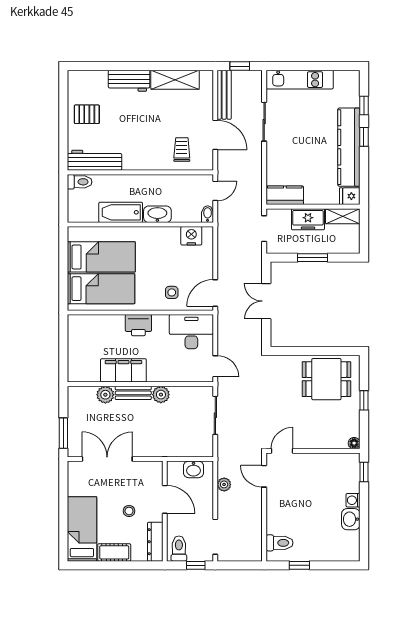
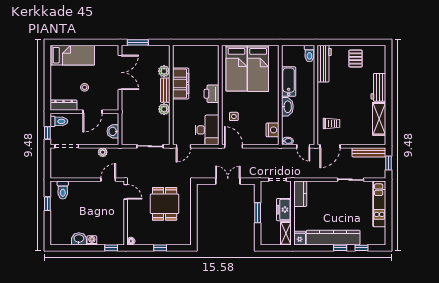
door: (215, 135) -> (330, 146), moved
dining table: (326, 379) -> (165, 204), moved
cot: (114, 552) -> (56, 77), removed

